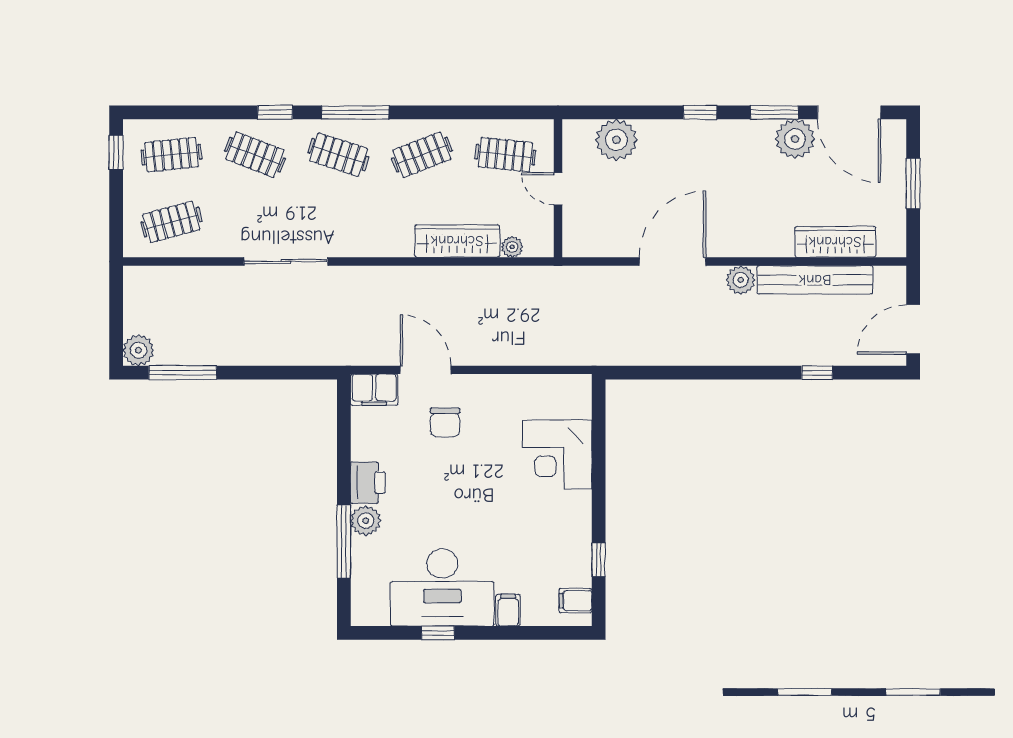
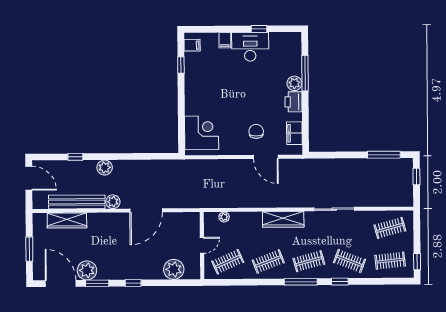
clothes rail: (338, 155) -> (309, 261), turned -33
clothes rail: (505, 155) -> (228, 262), turned -30
door: (558, 189) -> (202, 245), hinge flipped
wardrobe: (457, 241) -> (283, 219), moved
window: (116, 327) -> (416, 177), added
door: (913, 329) -> (29, 178), hinge flipped
plant: (139, 350) -> (105, 168), moved
filing cabinet: (374, 390) -> (294, 133), moved, turned -90
corner desk: (557, 455) -> (202, 133), moved
desk: (442, 587) -> (250, 47), width x0.73, depth x0.77

